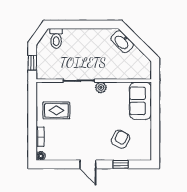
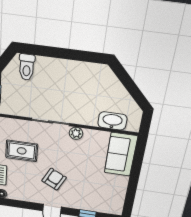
washbasin: (122, 42) -> (112, 121), moved, turned 135
armchair: (121, 139) -> (54, 179), moved

